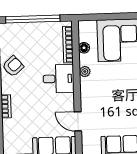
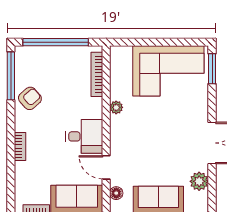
floor lamp: (84, 48) -> (116, 193), moved
desk: (58, 79) -> (84, 136), moved

